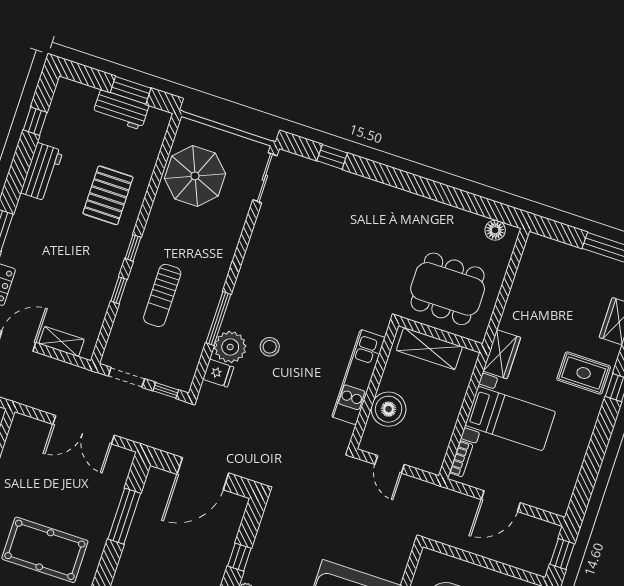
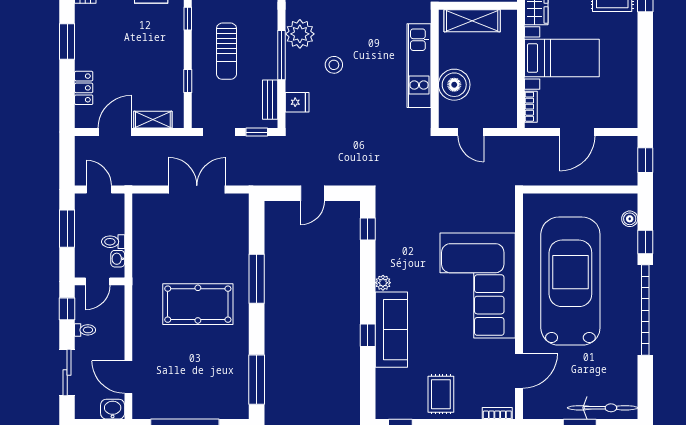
window: (119, 290) -> (188, 81), moved
plant: (230, 347) -> (300, 34), moved
bench: (191, 361) -> (270, 100), added
double door: (84, 430) -> (197, 189), swing flipped
door: (203, 474) -> (312, 193), width x0.53
window: (124, 516) -> (257, 279), moved
window: (239, 557) -> (368, 229), moved

